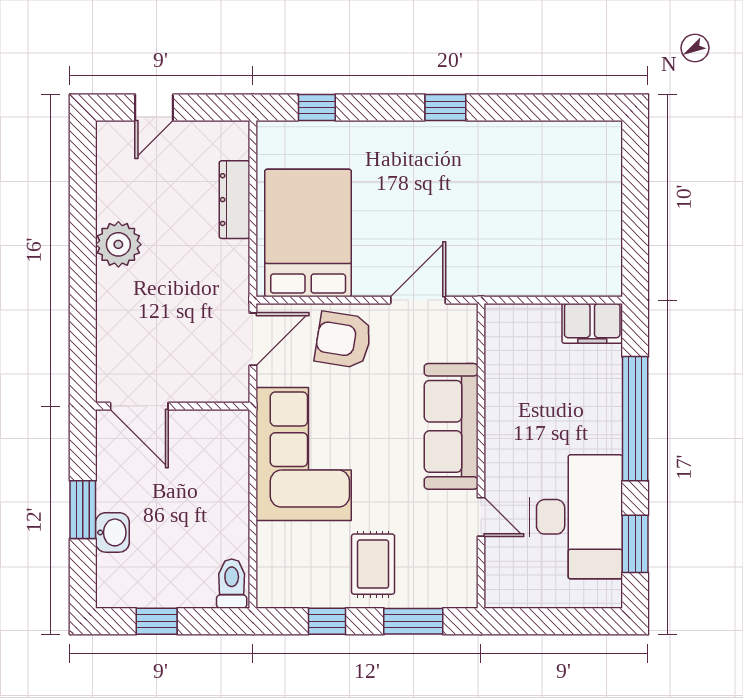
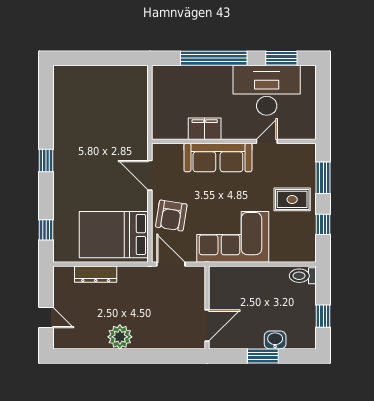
filing cabinet: (592, 323) -> (205, 129), moved, turned -90

